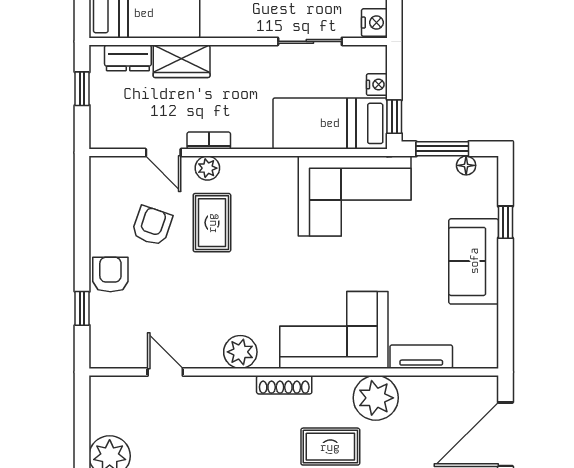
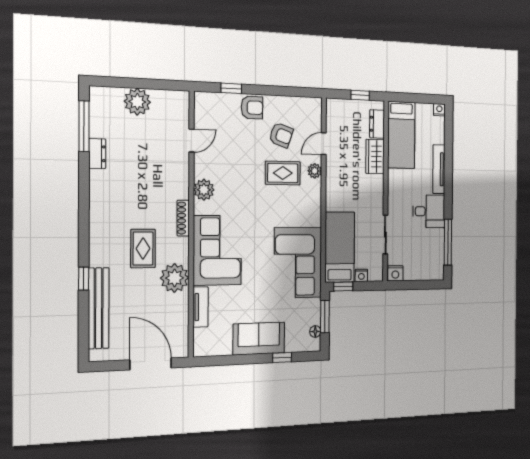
bookcase: (209, 141) -> (330, 172), removed

